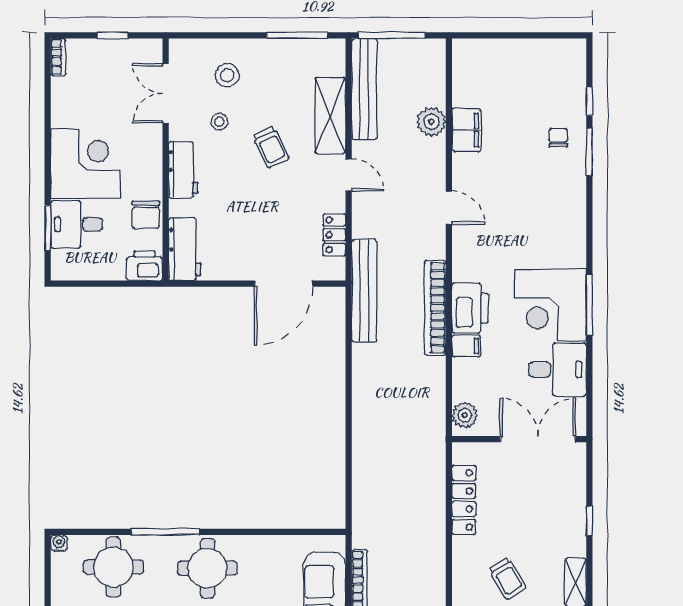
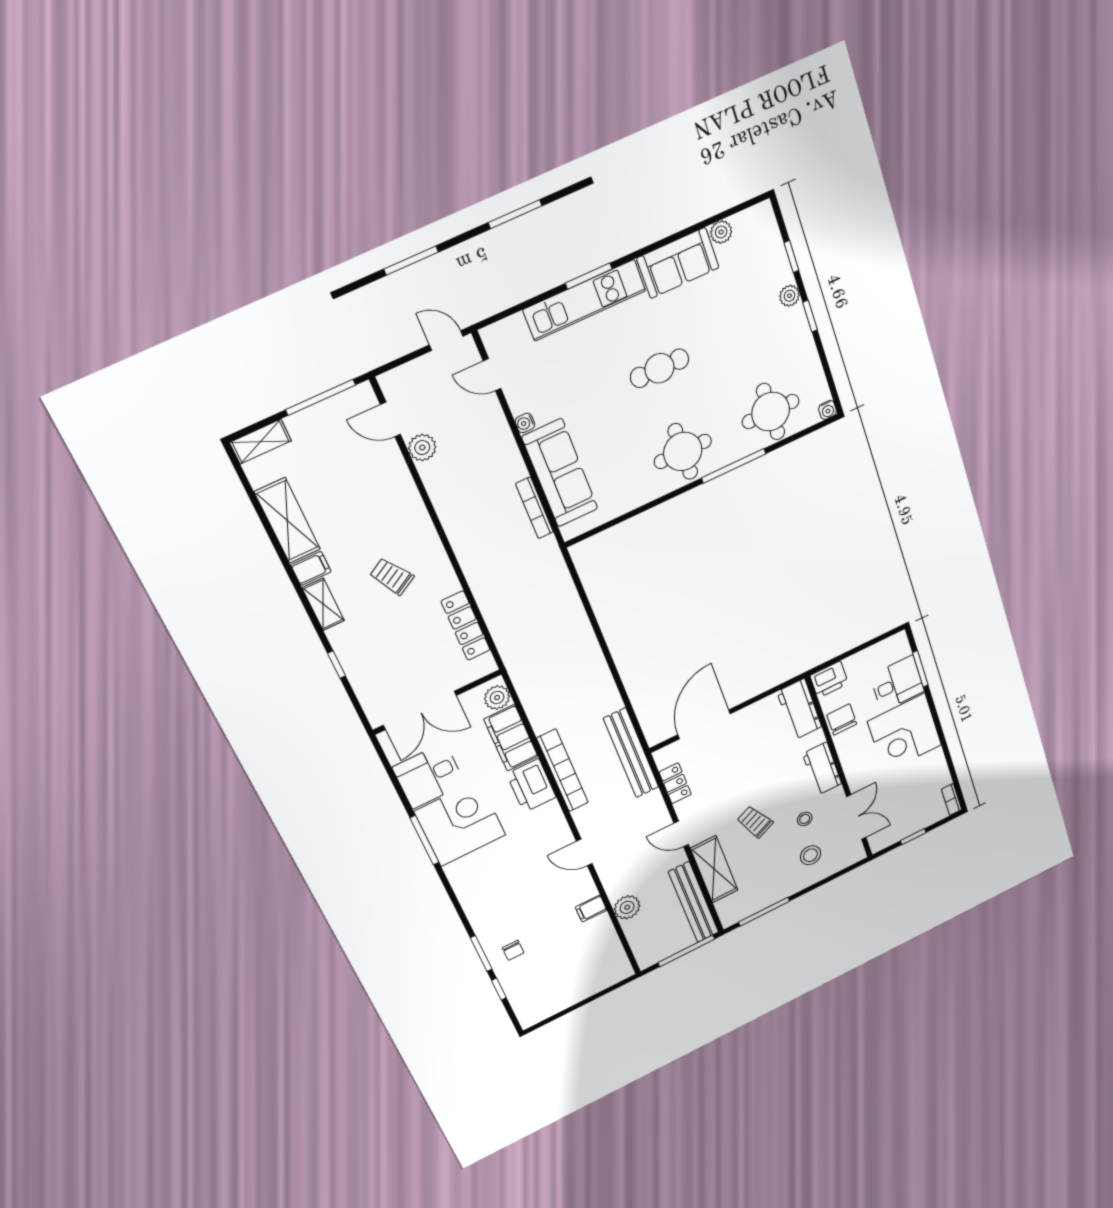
filing cabinet: (466, 130) -> (591, 908), width x0.50
filing cabinet: (466, 346) -> (511, 738), width x3.00, depth x1.17

